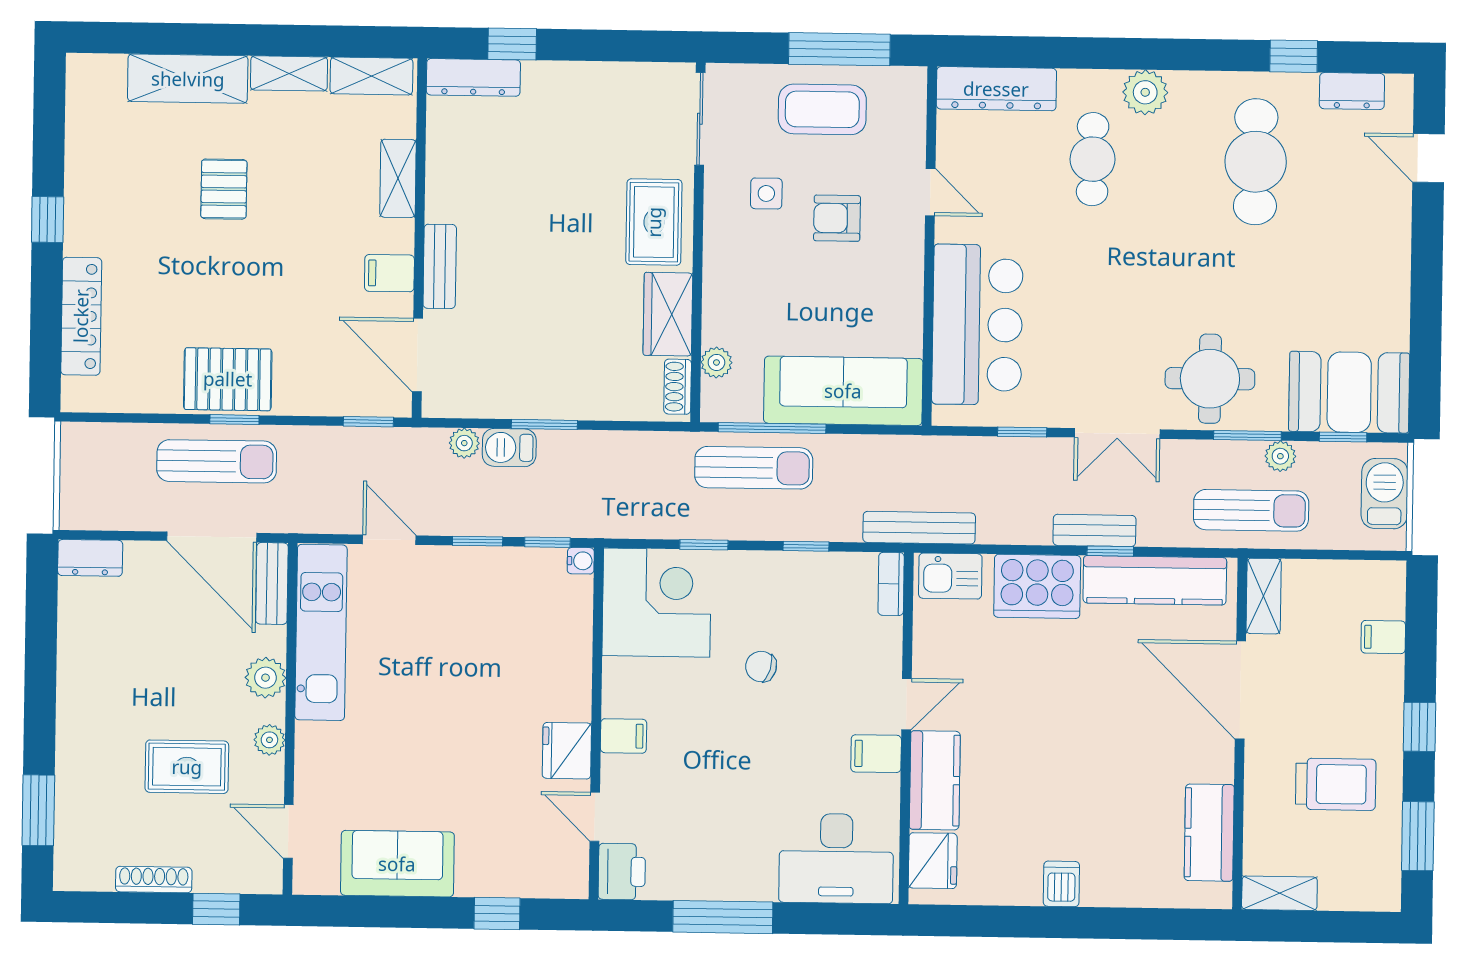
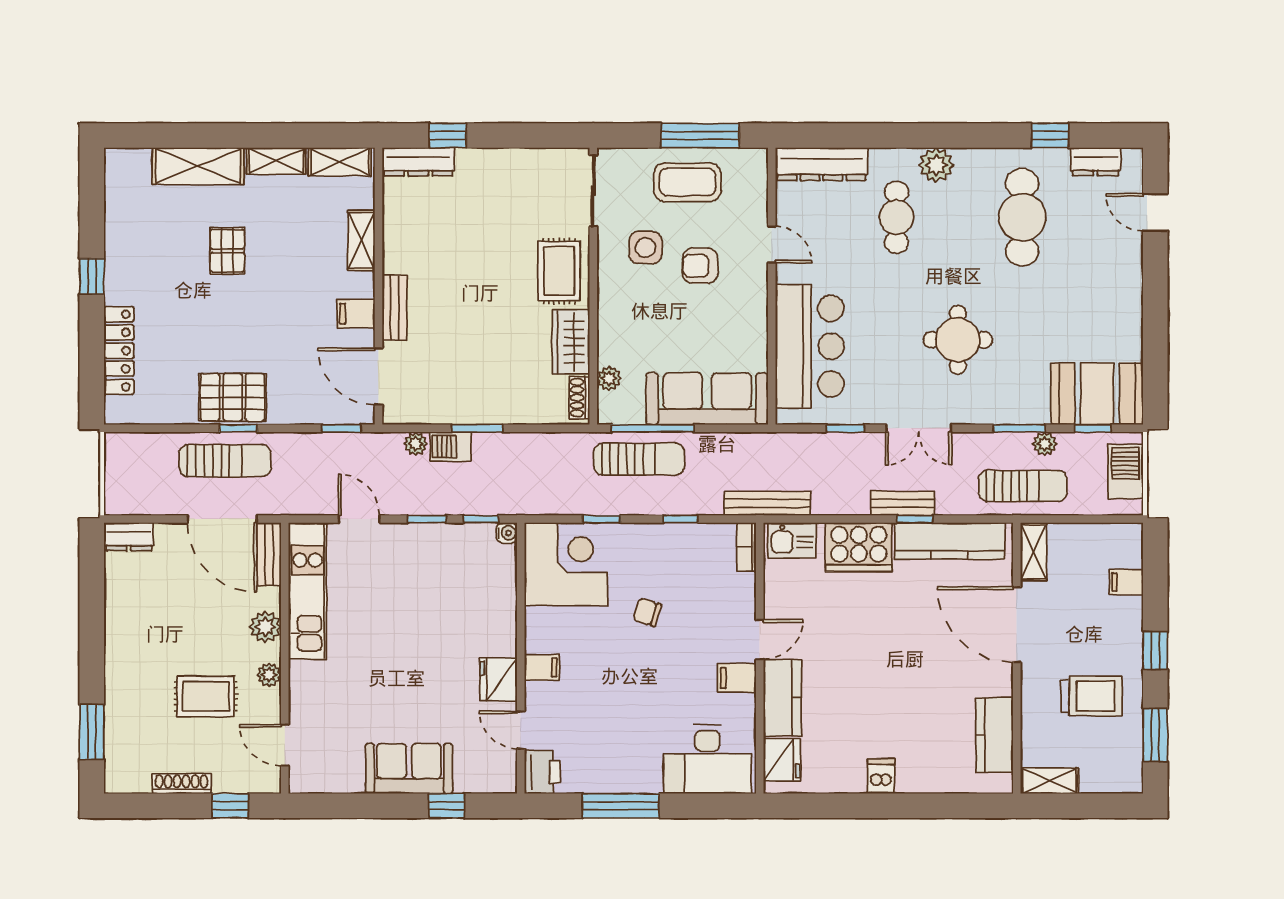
side table: (766, 193) -> (645, 248), width x1.37, depth x1.37
round table: (1210, 379) -> (958, 340), moved
sofa: (397, 864) -> (409, 769), moved

